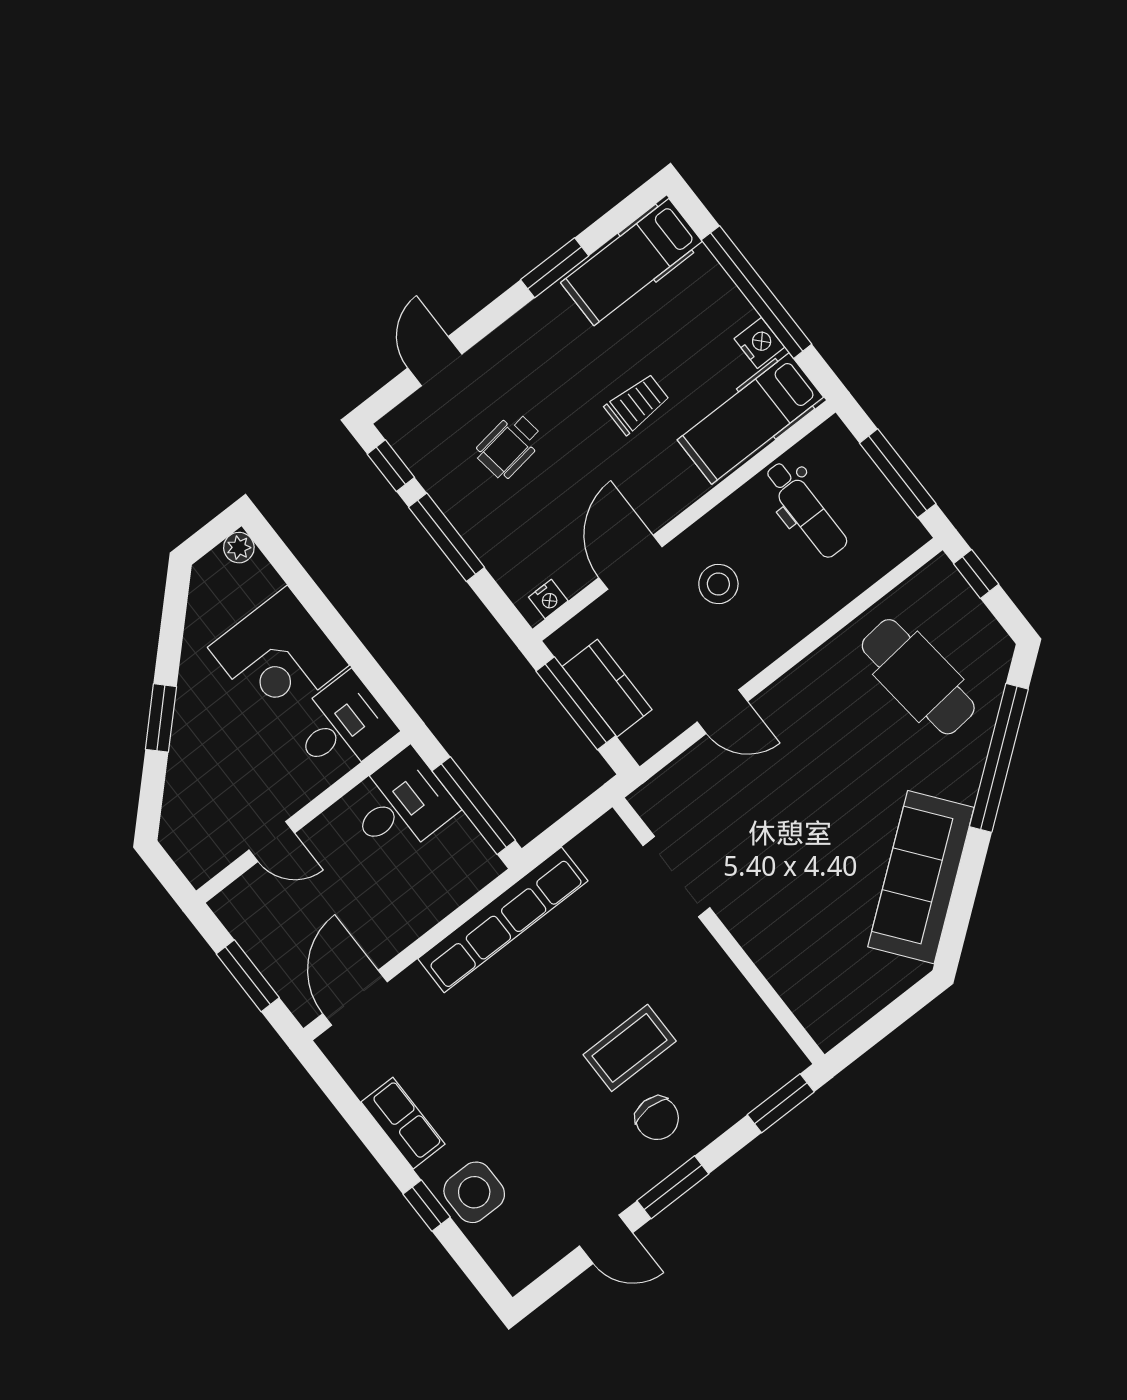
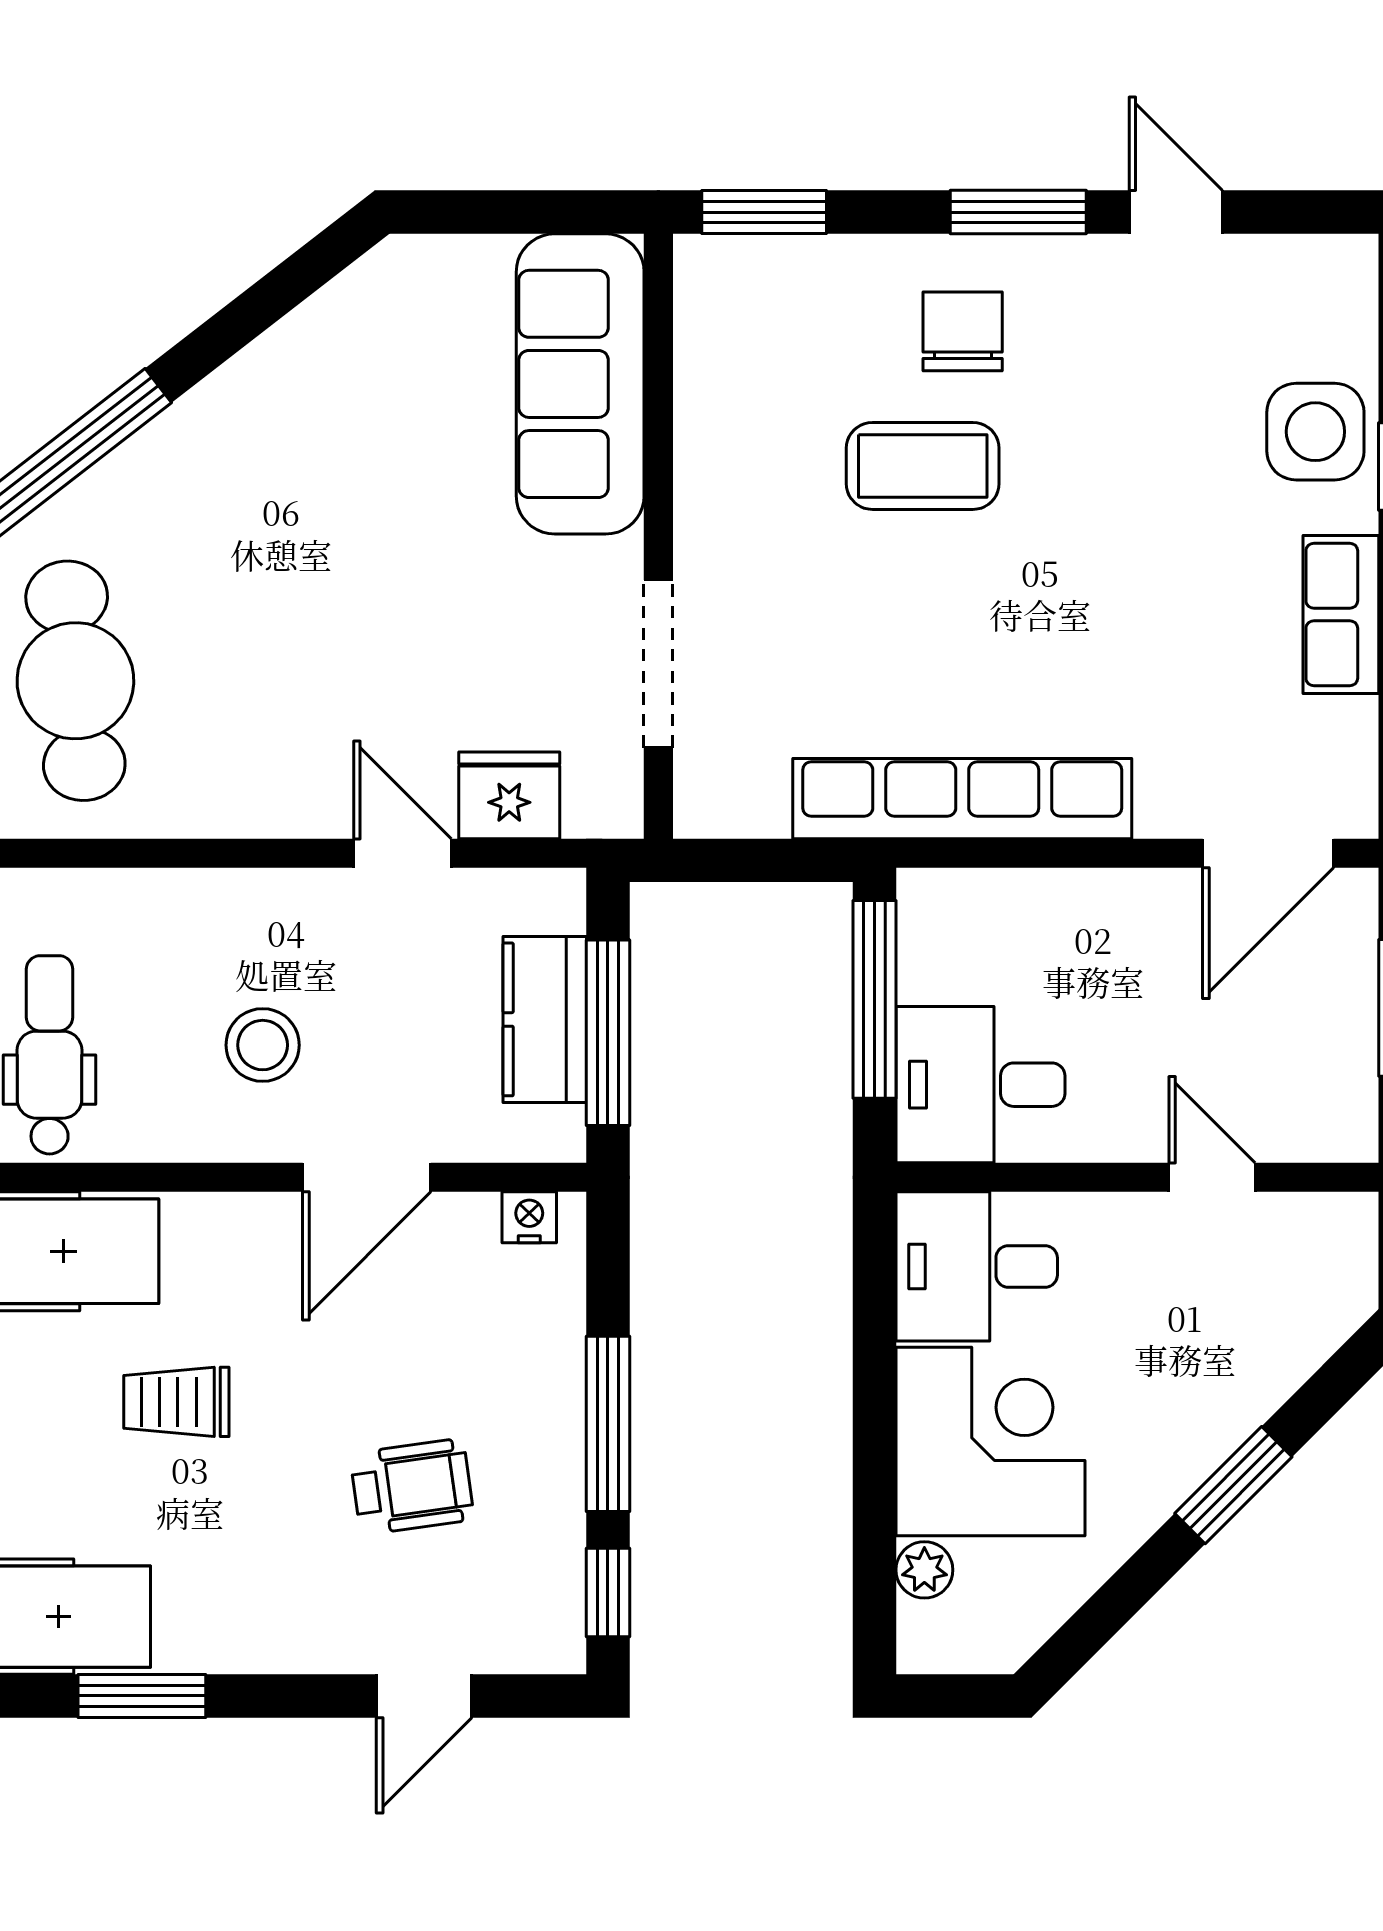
plant: (239, 548) -> (924, 1570), moved
fridge: (696, 771) -> (509, 795), added
sofa: (921, 877) -> (580, 384), moved, turned 128

